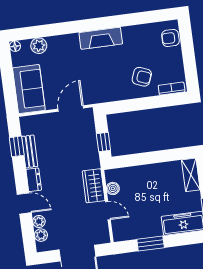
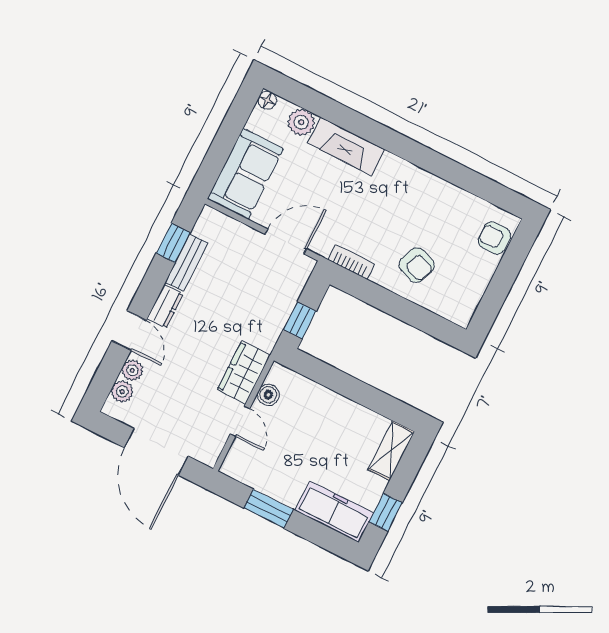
fireplace: (101, 38) -> (346, 146), moved
bookcase: (172, 89) -> (351, 262), moved

